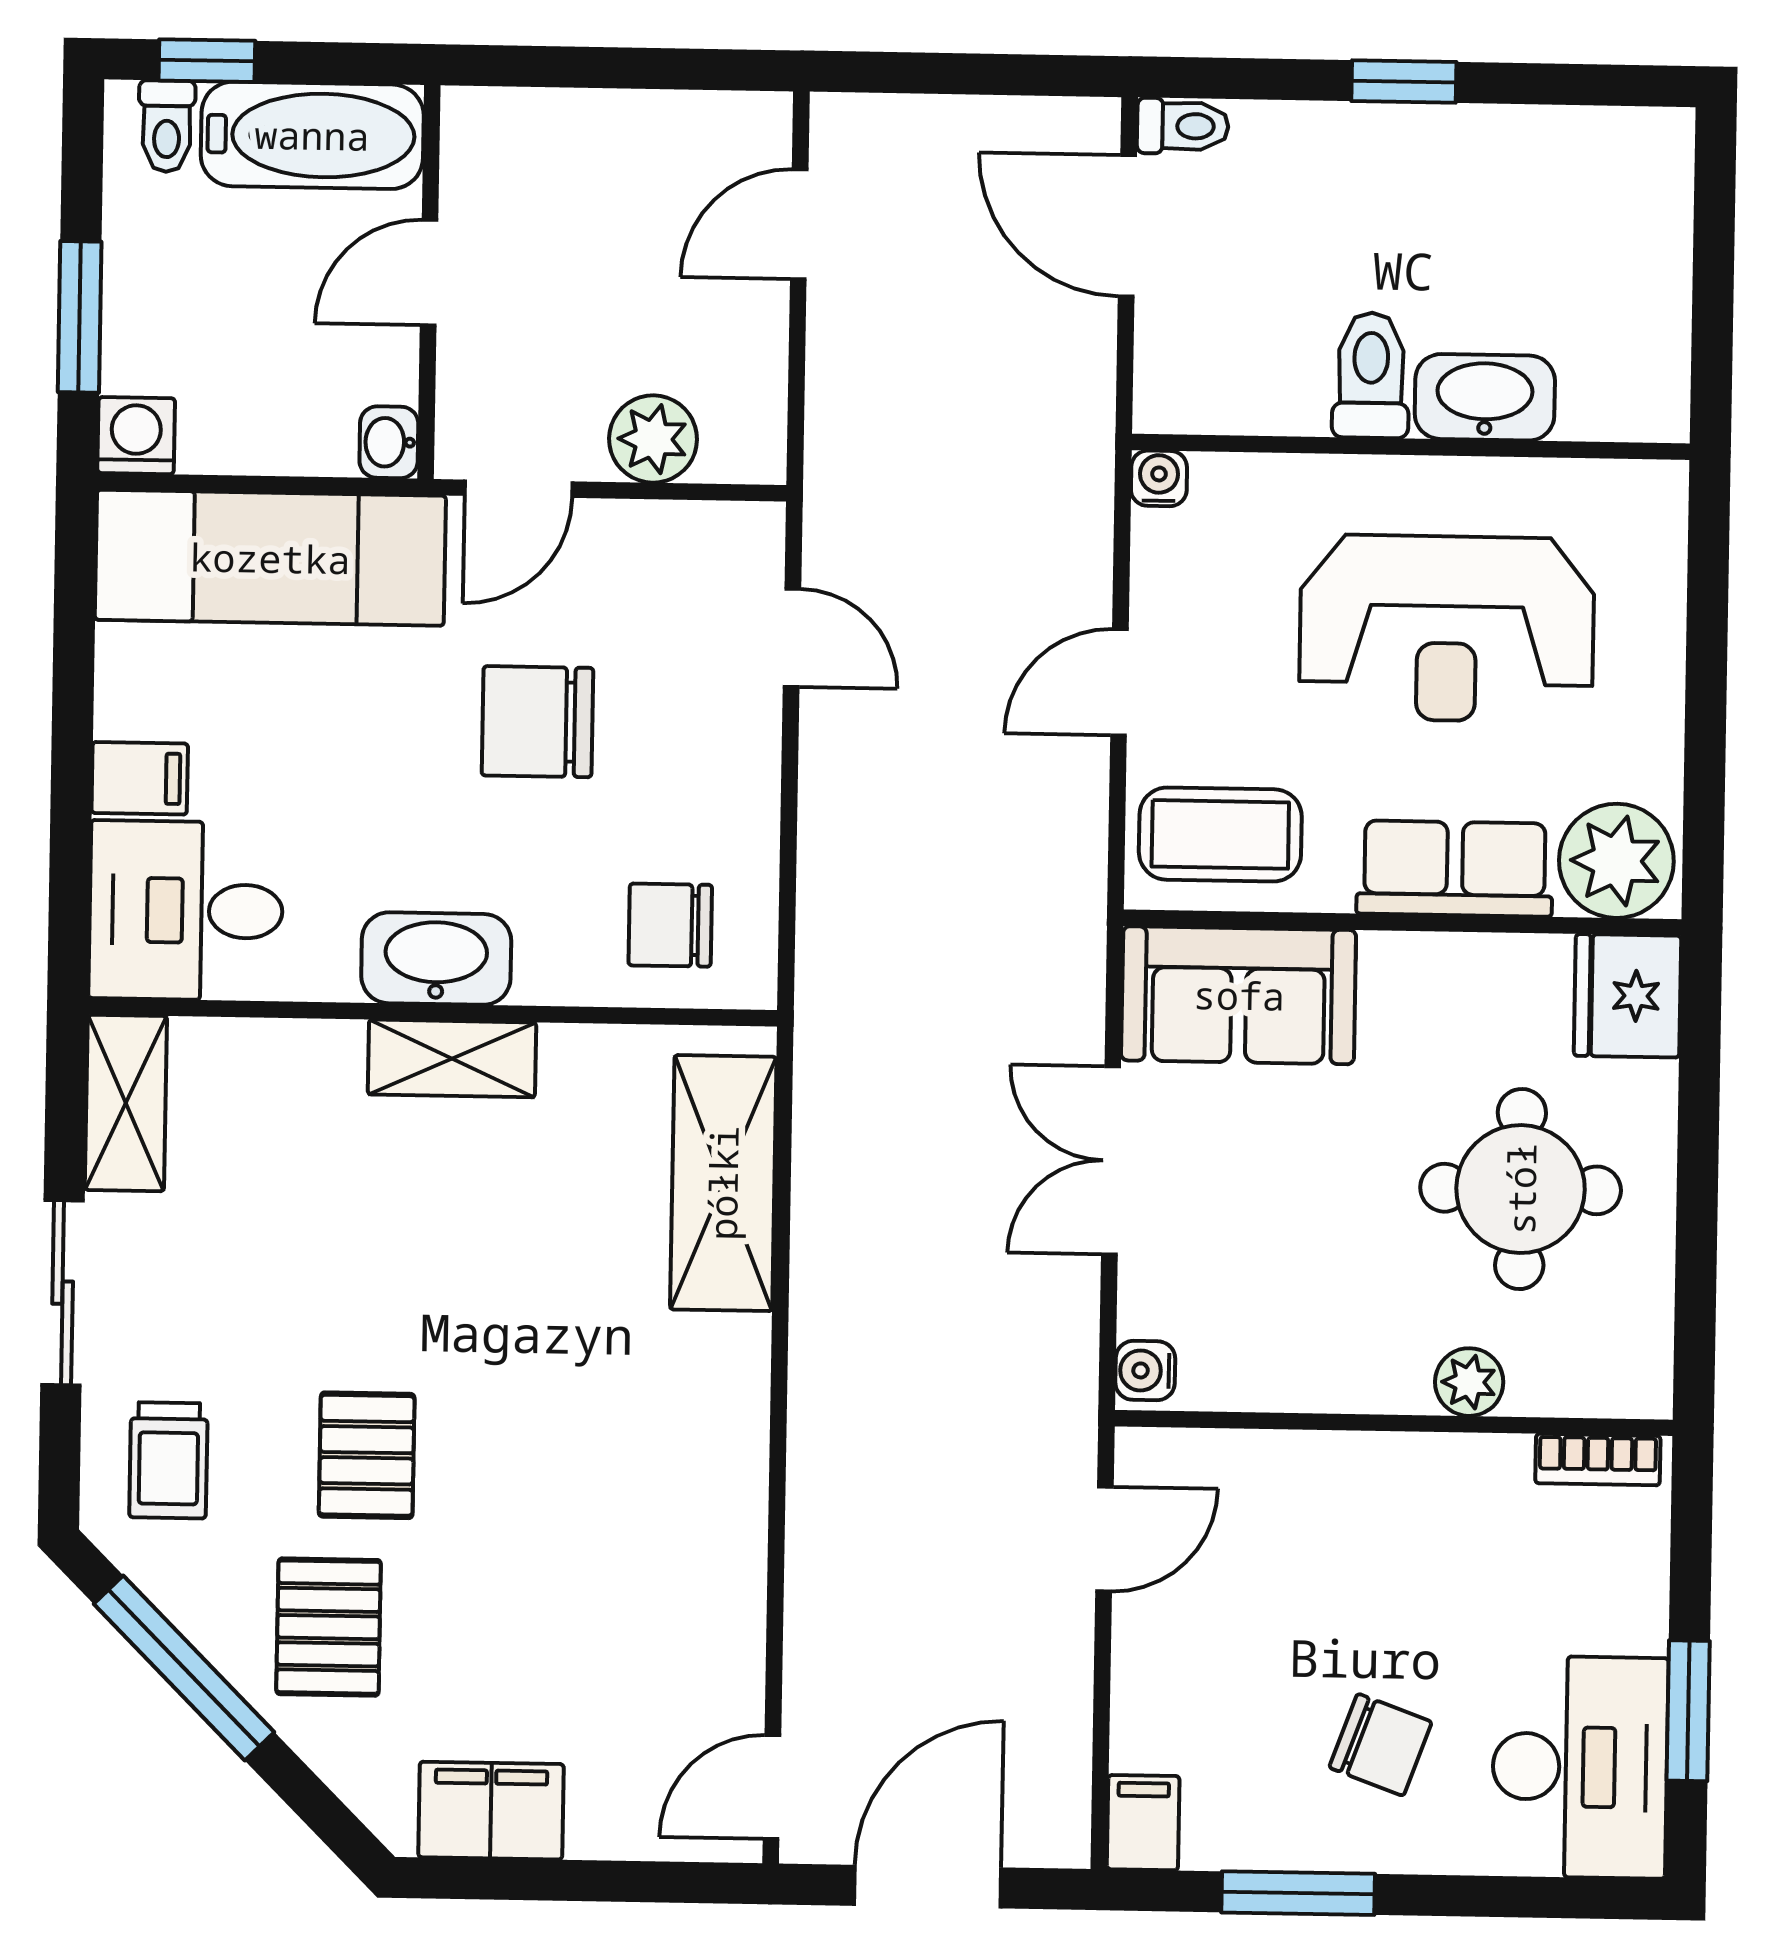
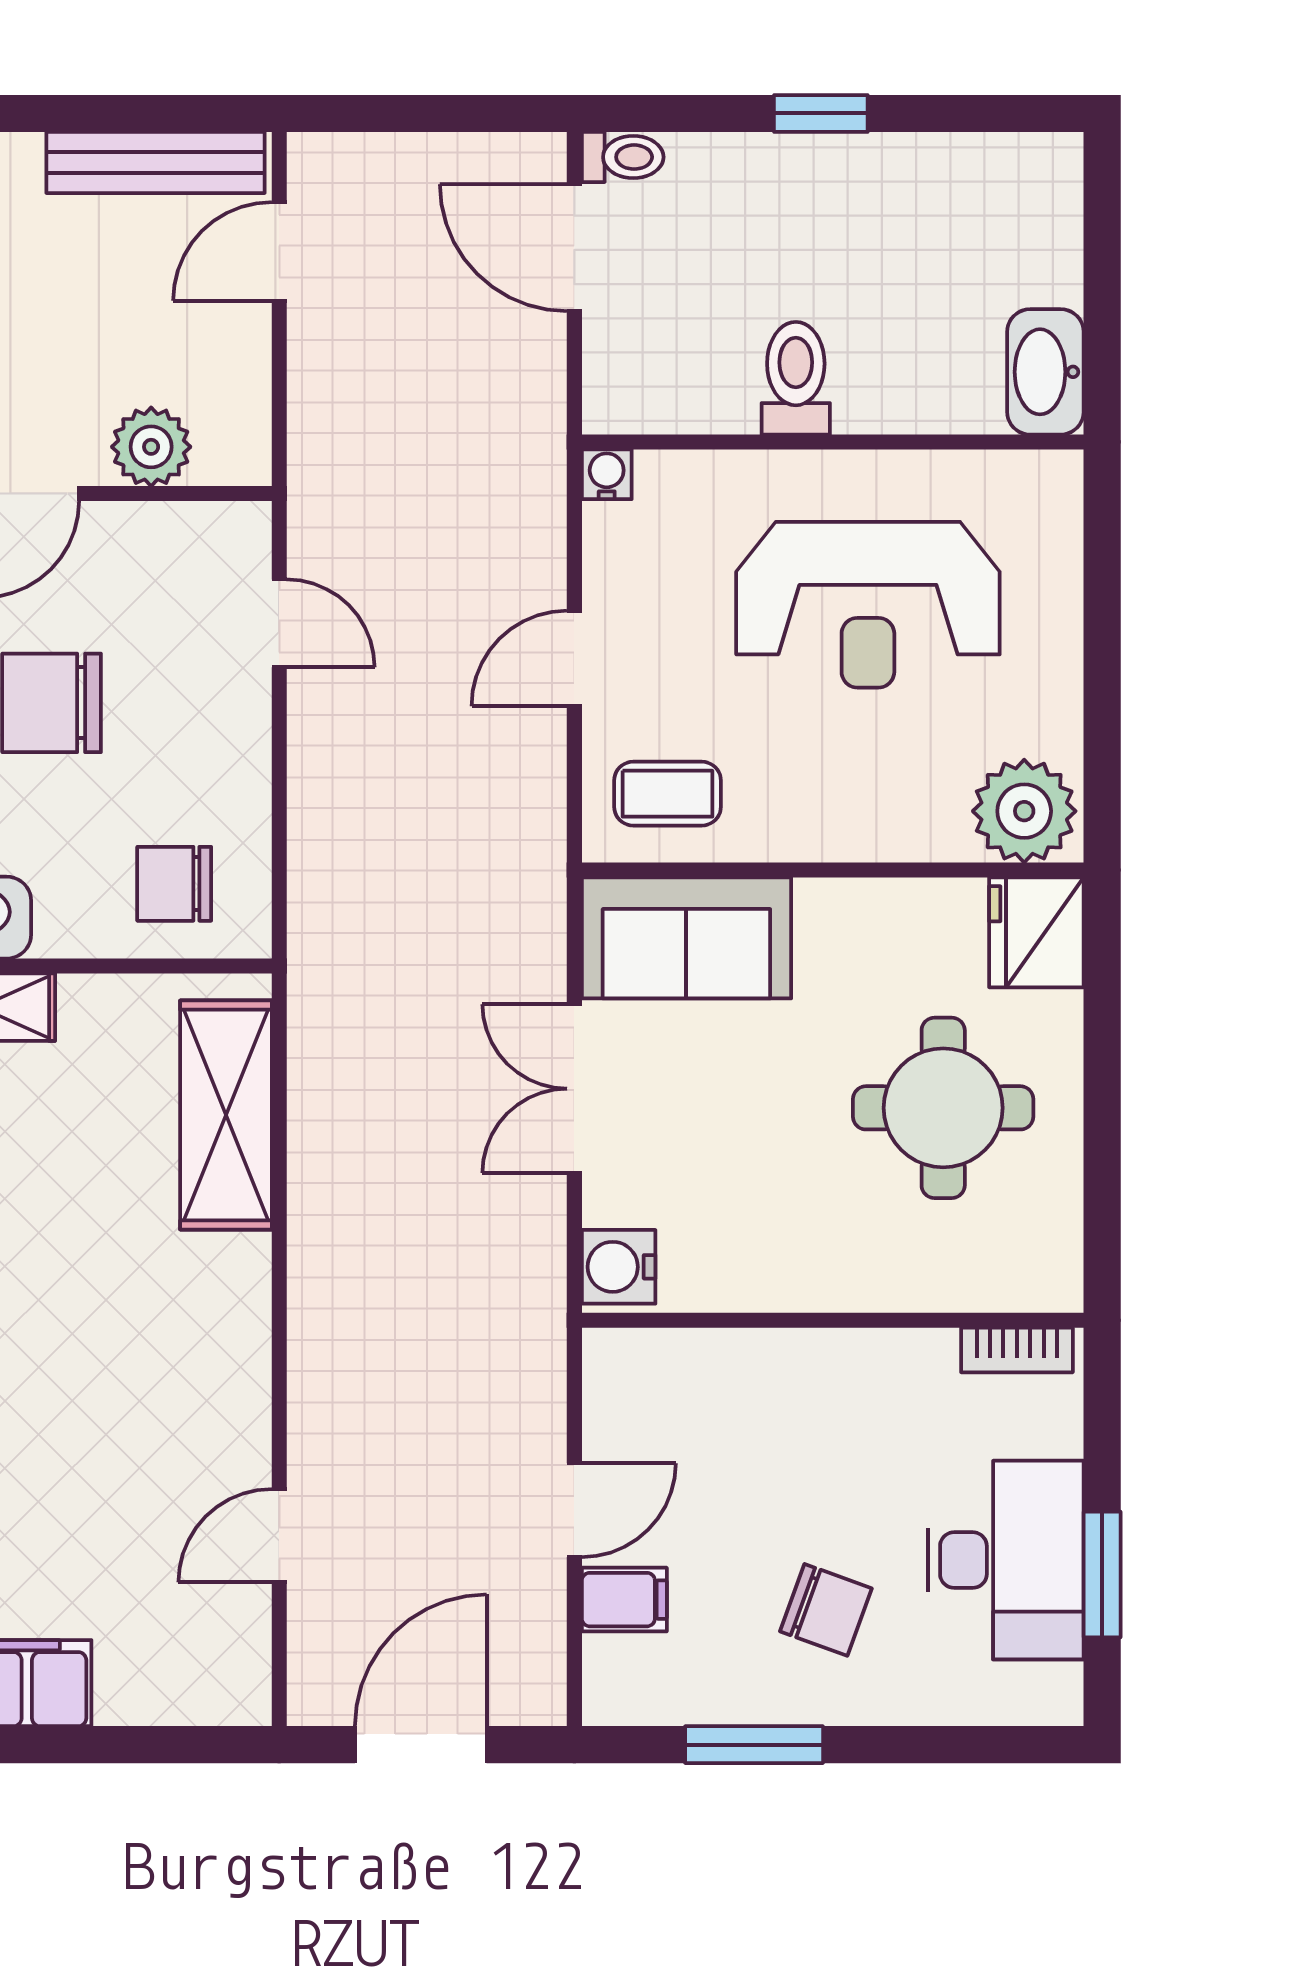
bench: (664, 123) -> (156, 162), added
washbasin: (1485, 397) -> (1045, 372), moved, turned -90
coffee table: (1220, 834) -> (668, 794), width x0.73, depth x0.77
row of seats: (1455, 869) -> (879, 821), removed
water cooler: (1145, 1371) -> (619, 1267), width x1.38, depth x1.38
plant: (1469, 1382) -> (900, 1282), removed
door: (1104, 1539) -> (574, 1510), moved
desk: (1580, 1767) -> (1006, 1560), moved
door: (772, 1787) -> (279, 1536), moved
filing cabinet: (1143, 1823) -> (624, 1600), moved, turned 90

